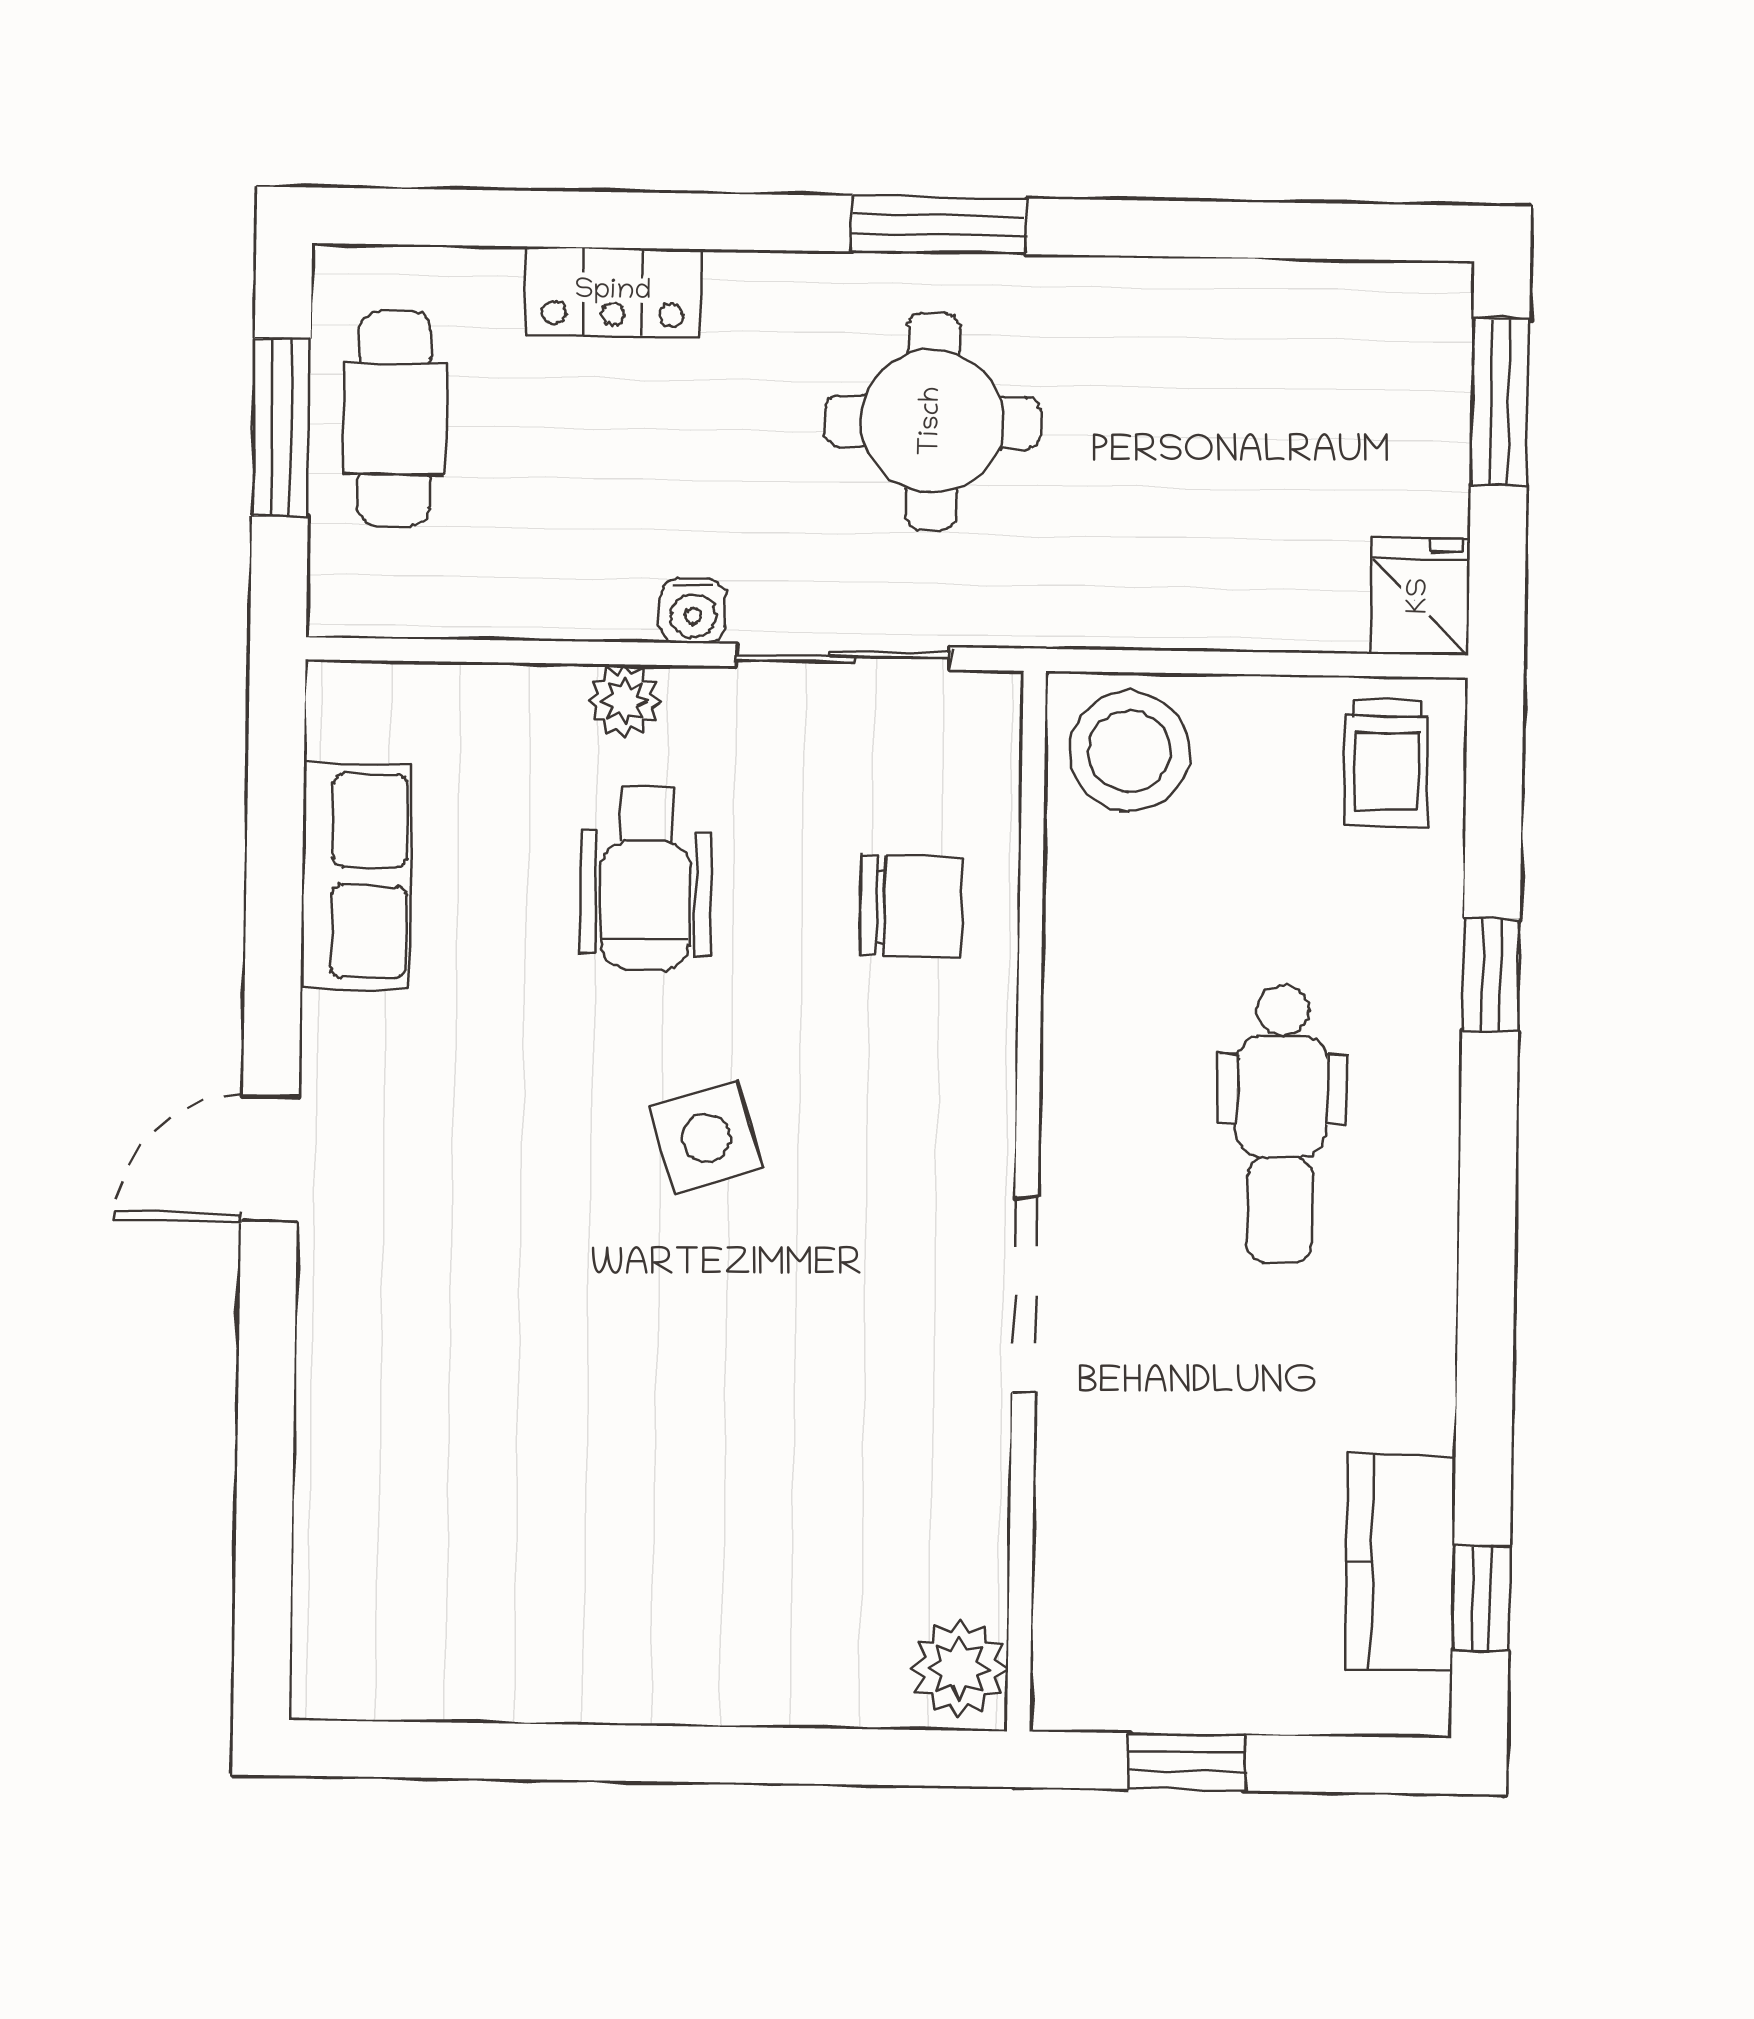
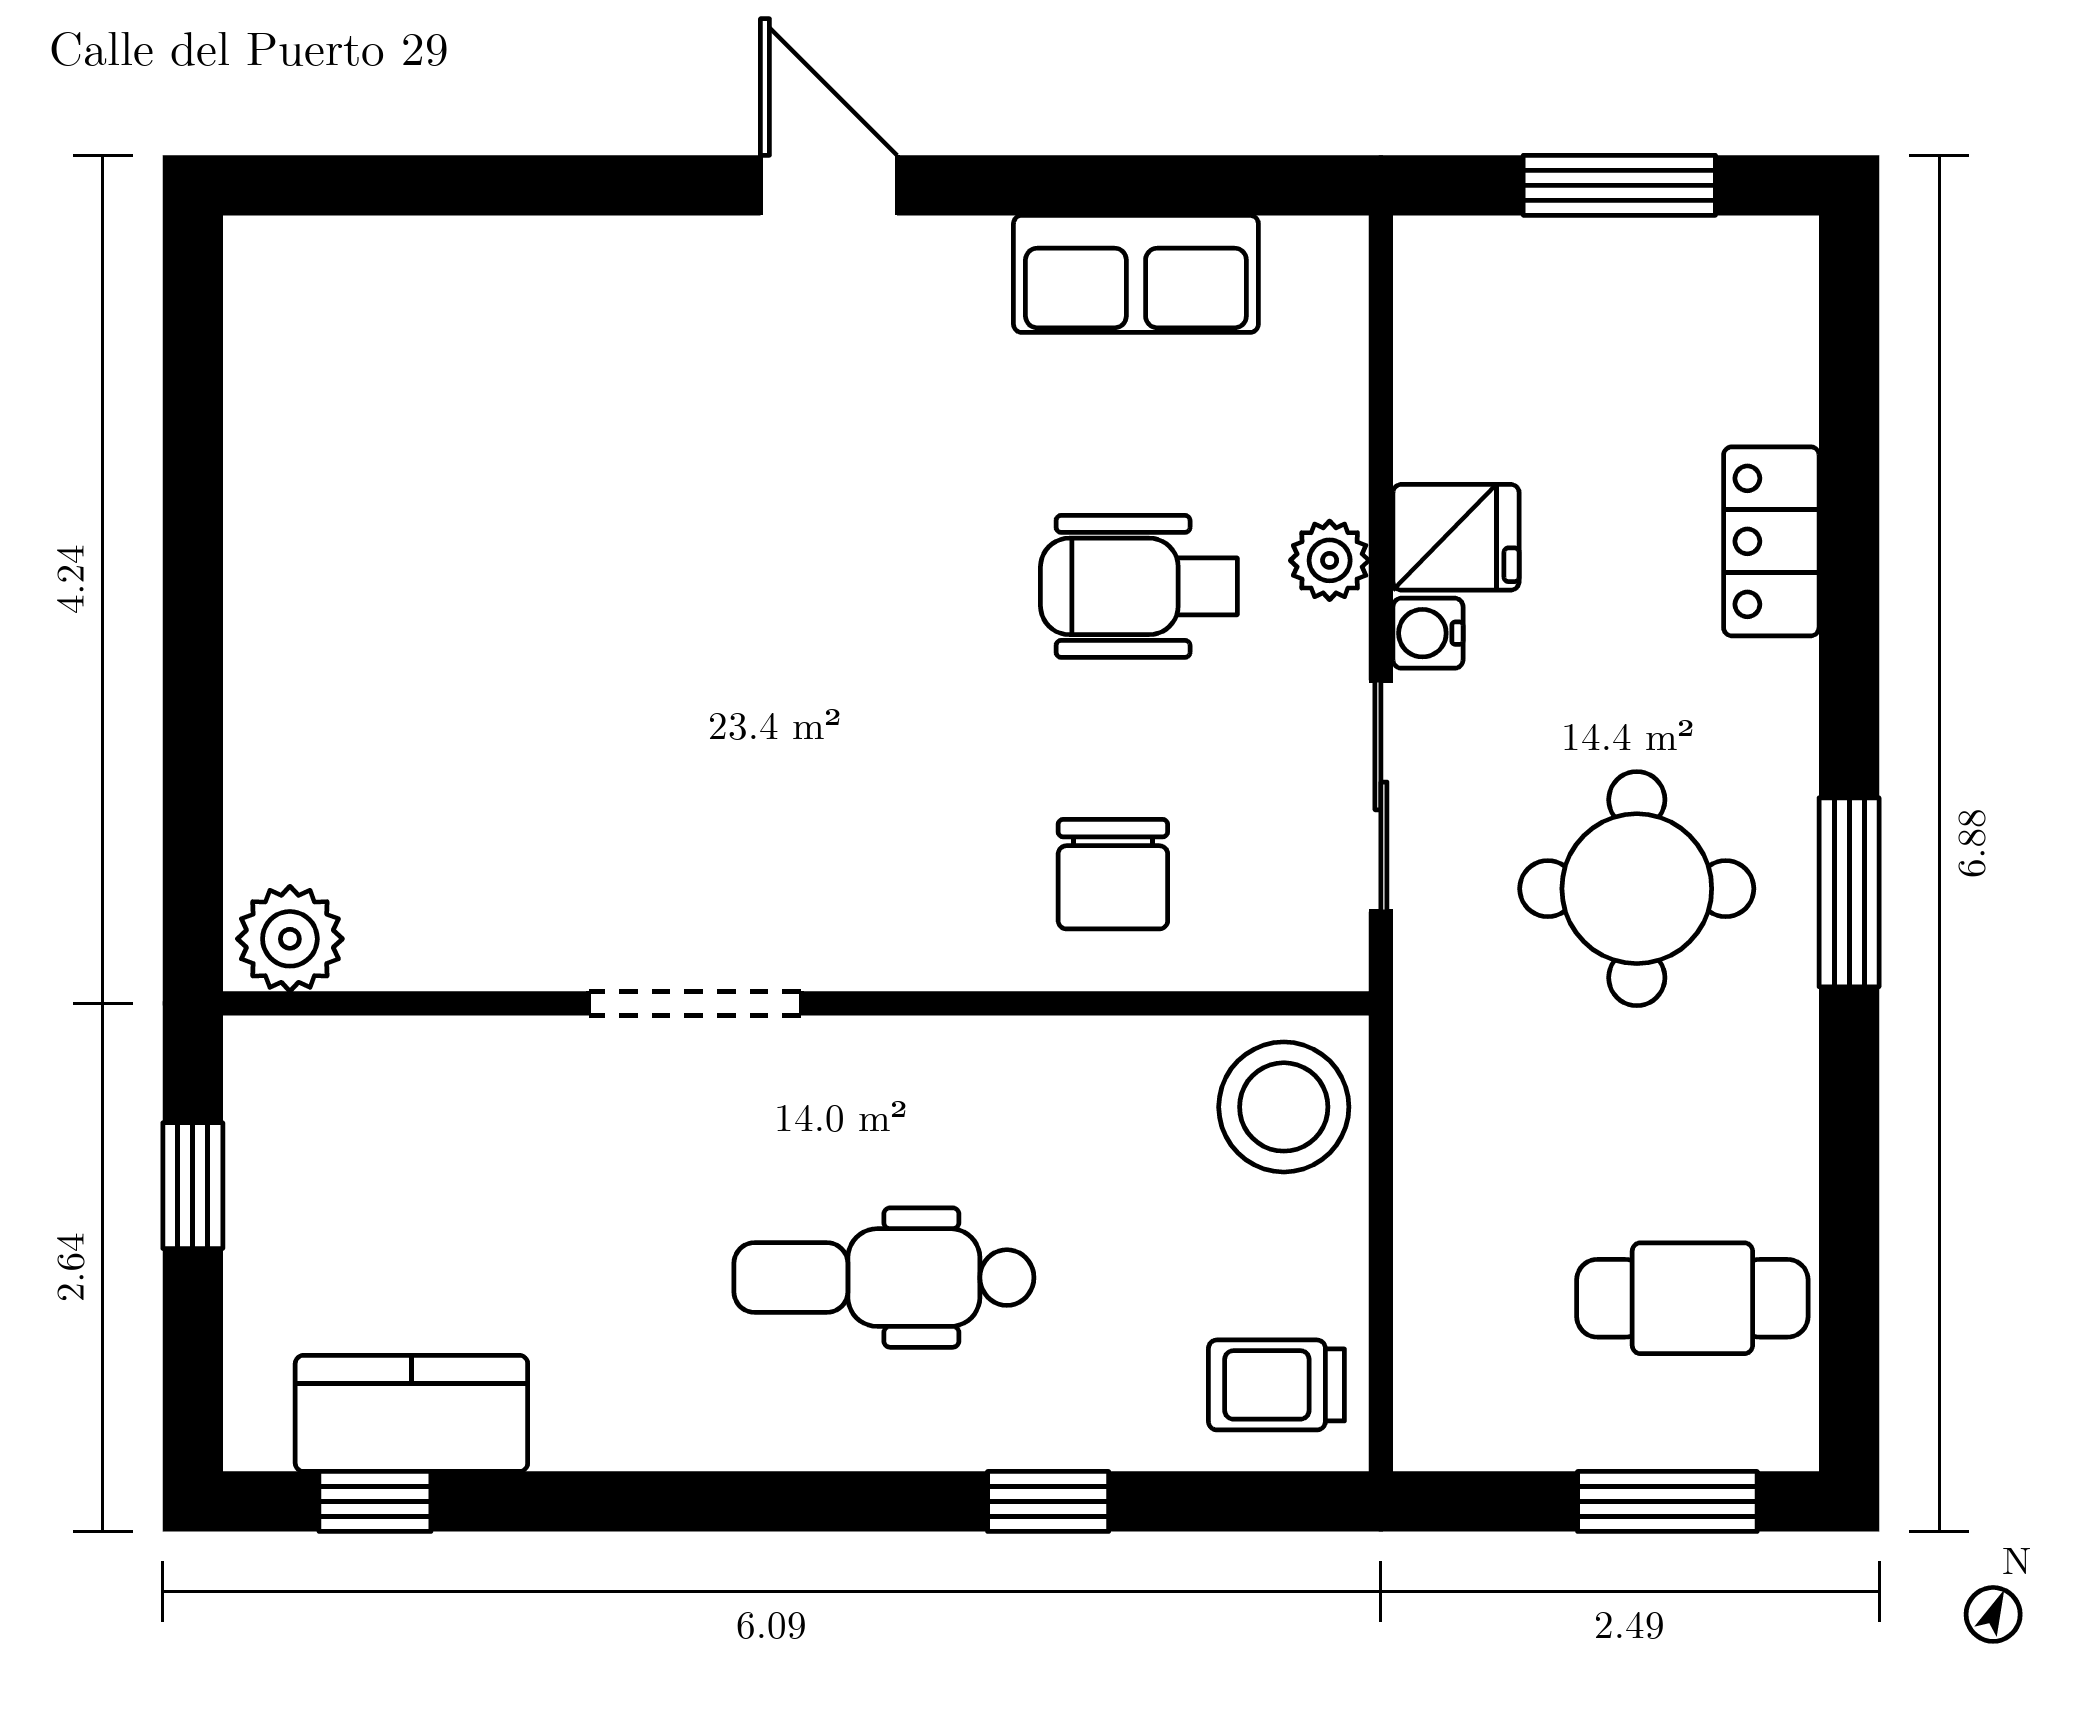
cafe table: (394, 418) -> (1692, 1298), moved
fridge: (1420, 596) -> (1456, 537), moved
side table: (706, 1138) -> (859, 657), removed

